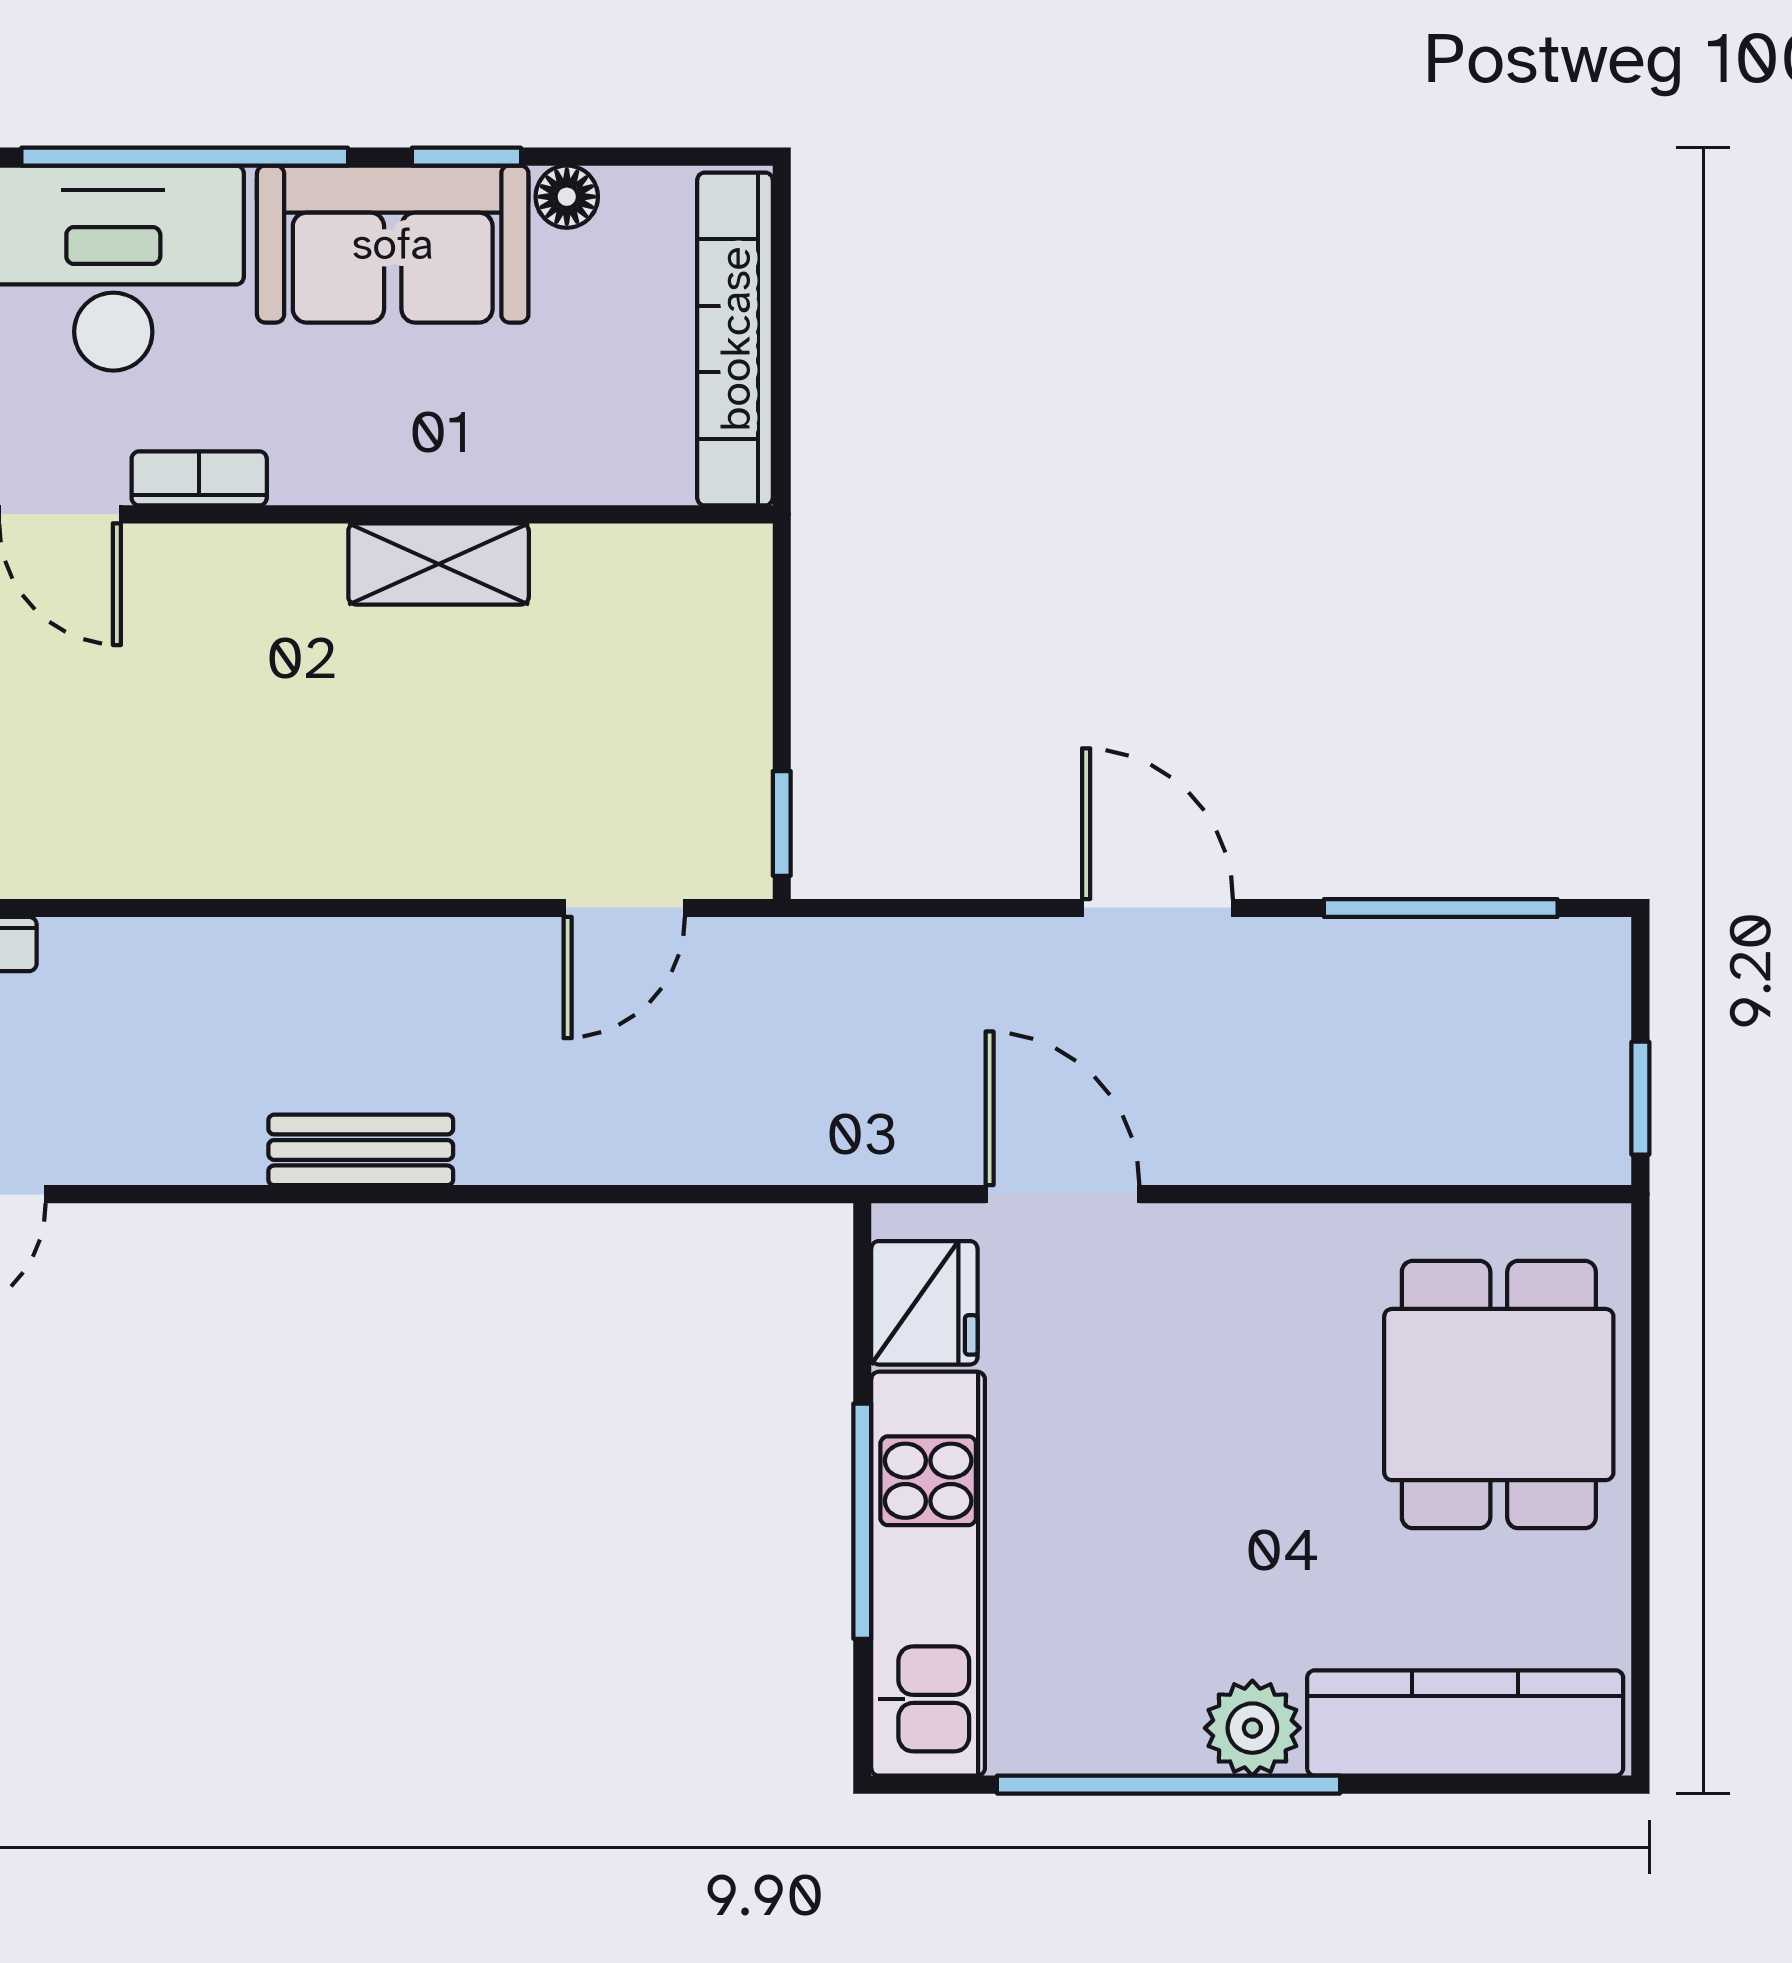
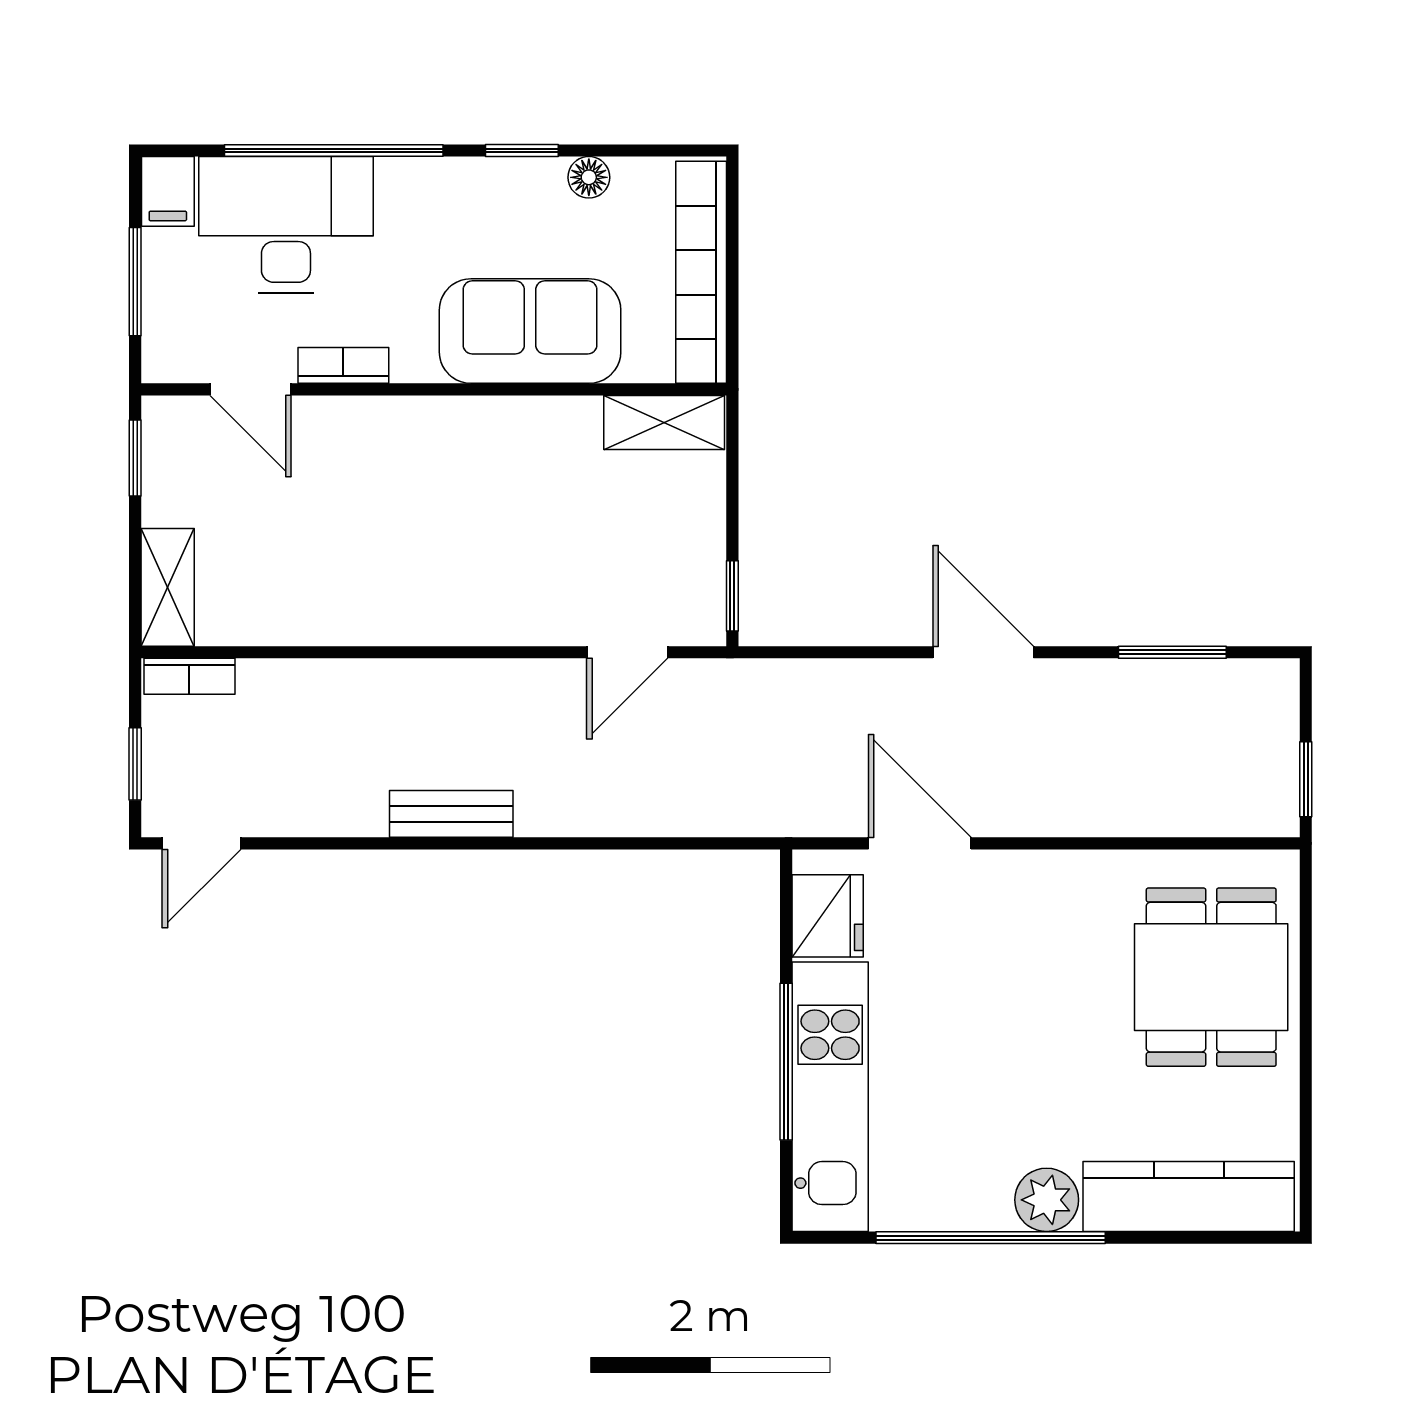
sofa: (393, 244) -> (530, 331), moved, turned 180
shelving: (439, 564) -> (664, 423), moved
window: (1441, 908) -> (1172, 652), width x0.69

